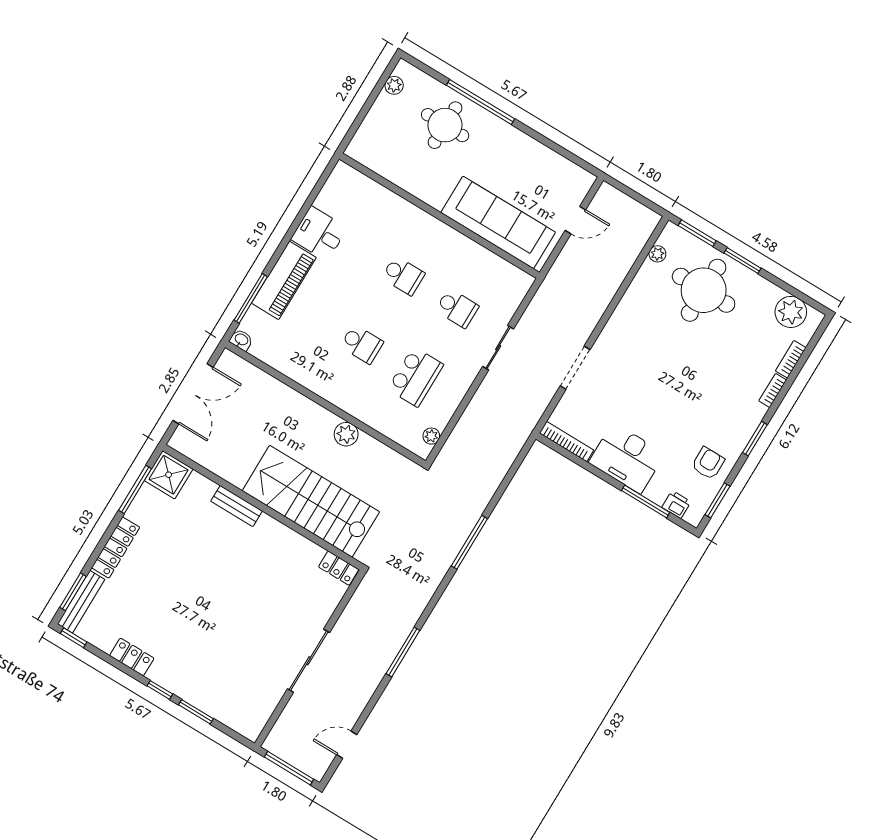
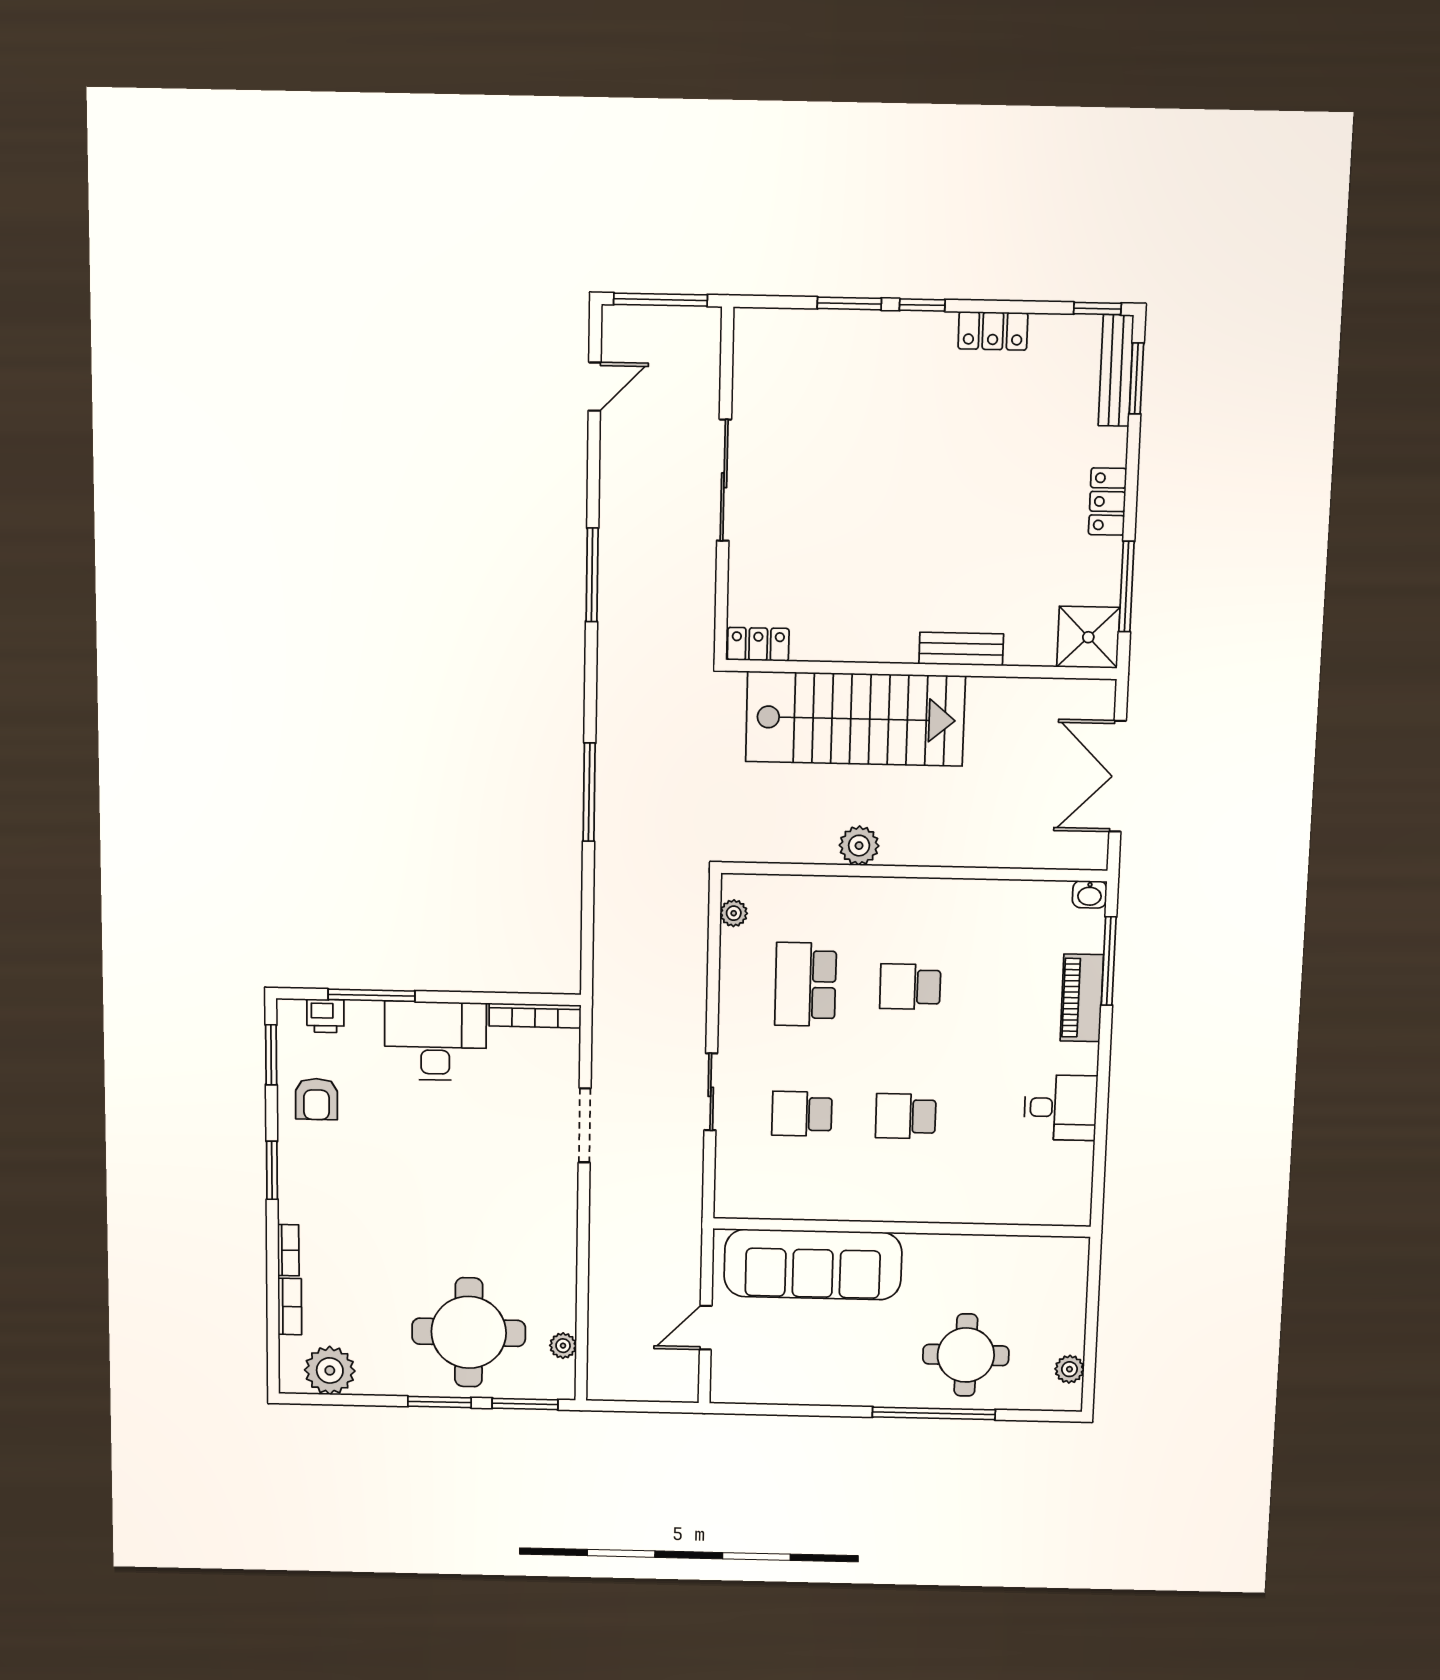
piano: (284, 280) -> (1082, 998), width x0.73, depth x0.75
locker: (116, 547) -> (1107, 502), width x0.66

